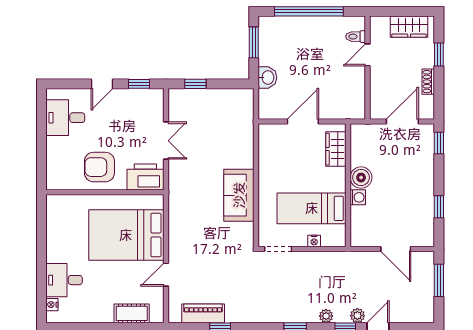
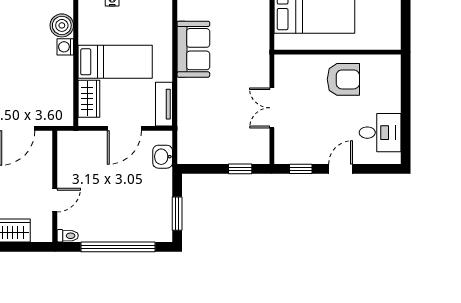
toilet: (356, 37) -> (68, 236), moved
washbasin: (267, 77) -> (163, 157), moved
tv unit: (266, 144) -> (164, 104), added
printer: (145, 177) -> (294, 69), removed
boiler: (361, 178) -> (62, 25), moved
bed: (312, 208) -> (115, 62), moved

